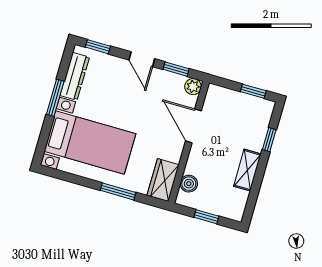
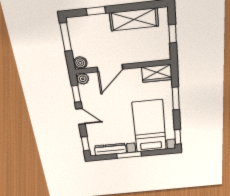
door: (142, 59) -> (80, 117), hinge flipped
window: (253, 91) -> (66, 37), width x1.50
shelving: (247, 170) -> (134, 19), width x1.50, depth x1.33
window: (58, 174) -> (178, 137), added
boiler: (189, 184) -> (80, 63), moved

